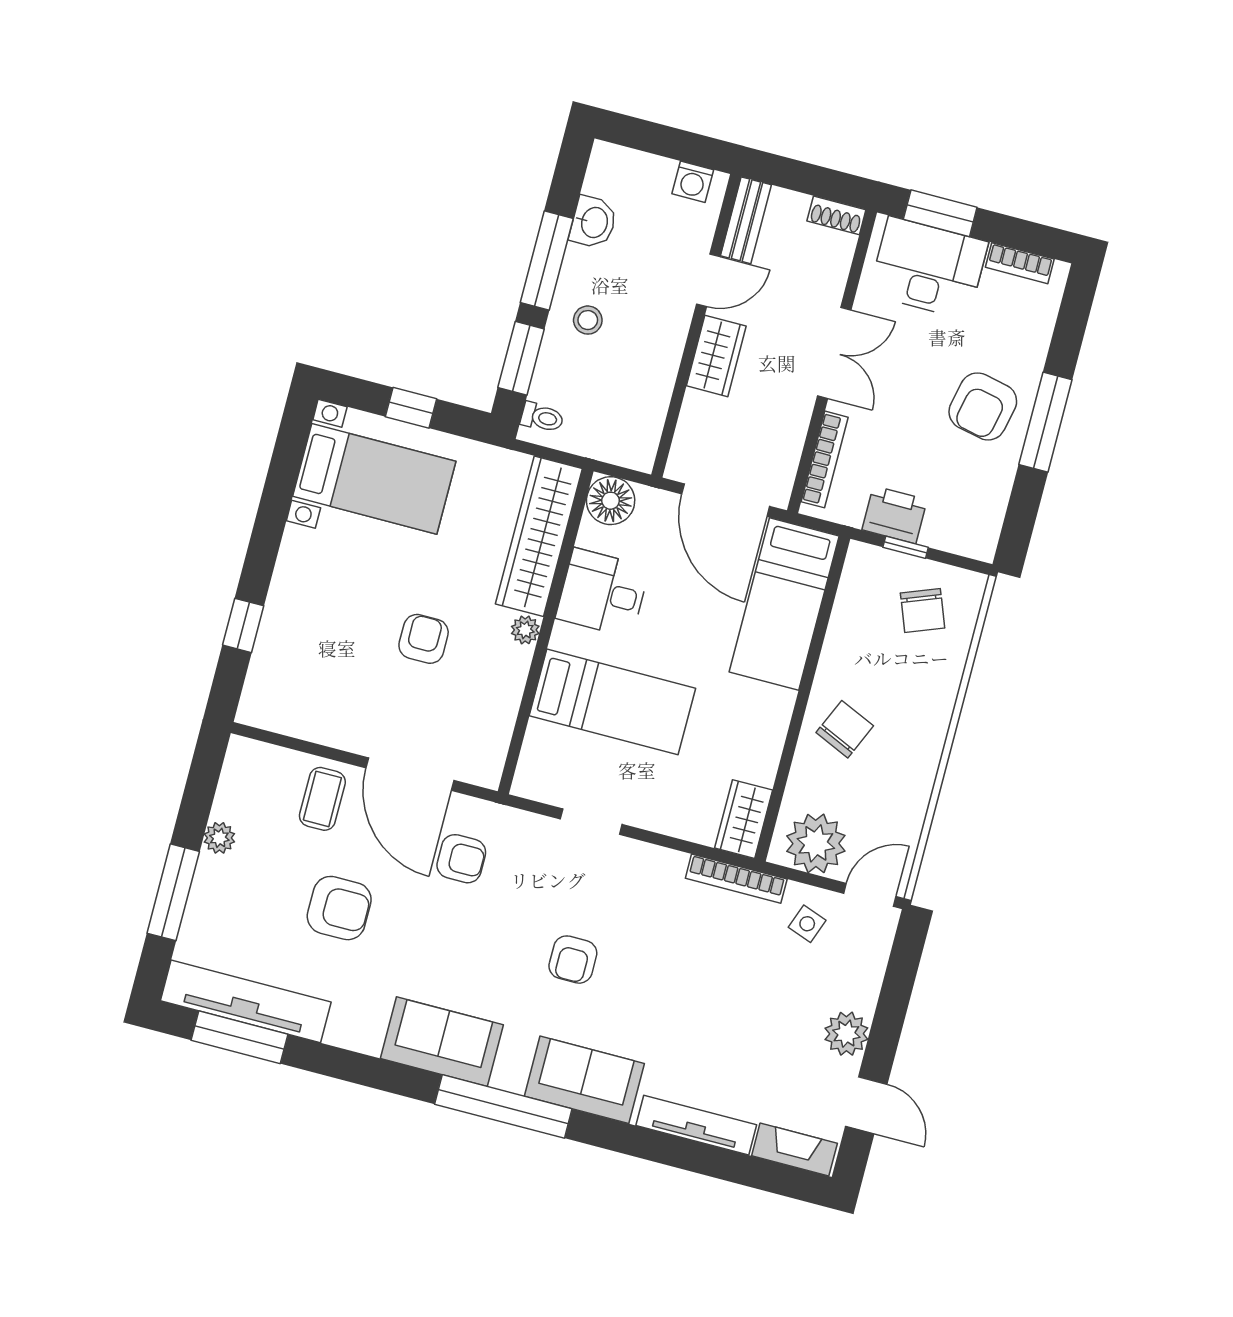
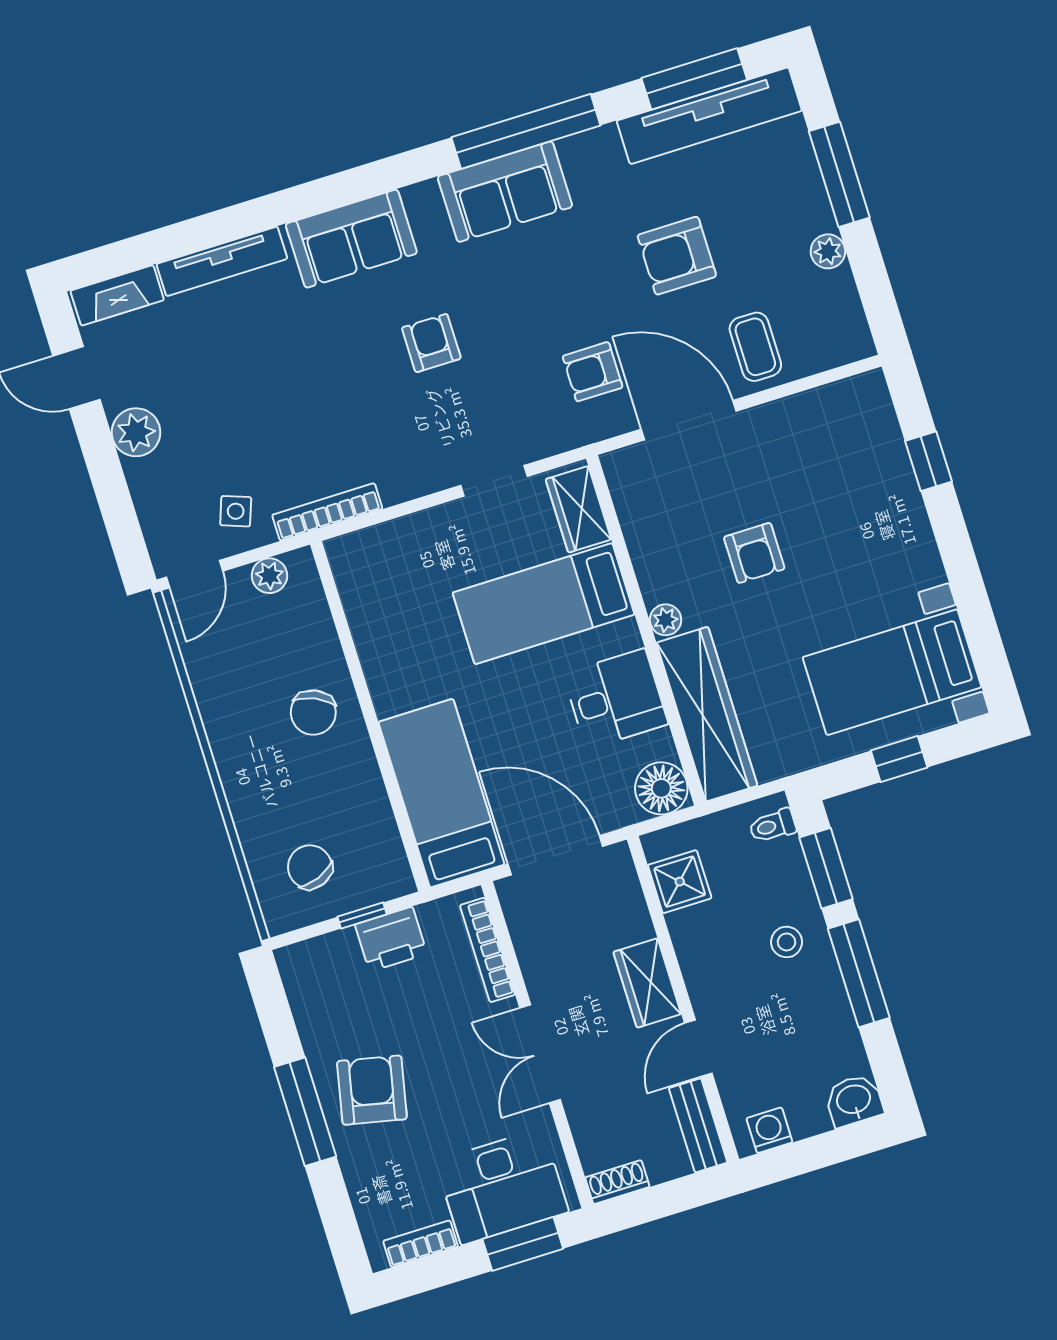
washbasin: (593, 222) -> (854, 1100), moved, turned 90
shower: (642, 419) -> (680, 882), added
wardrobe: (744, 819) -> (578, 509), moved, turned 180
plant: (816, 843) -> (269, 576), width x0.53, depth x0.53
window: (503, 1106) -> (526, 131), moved

